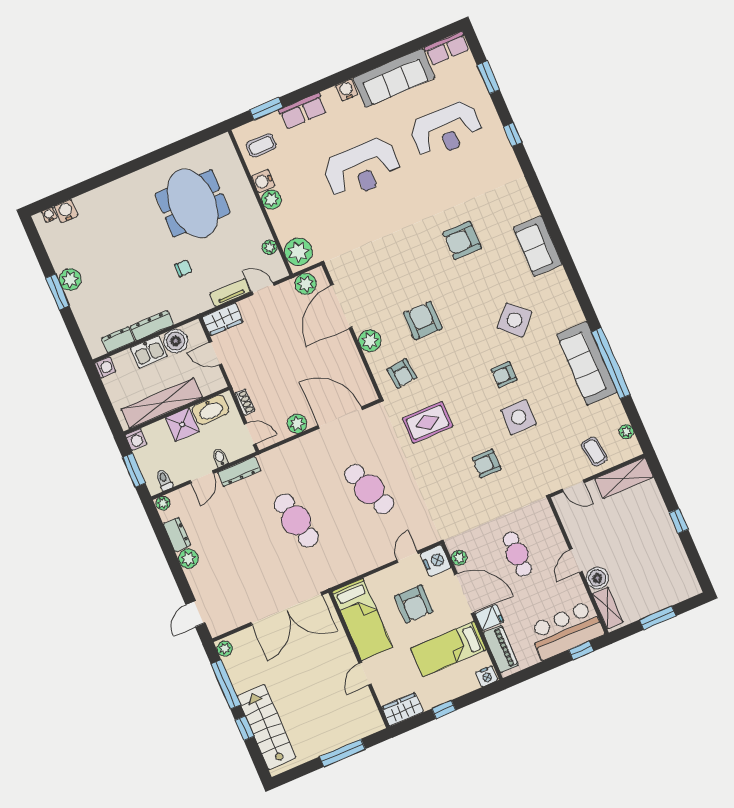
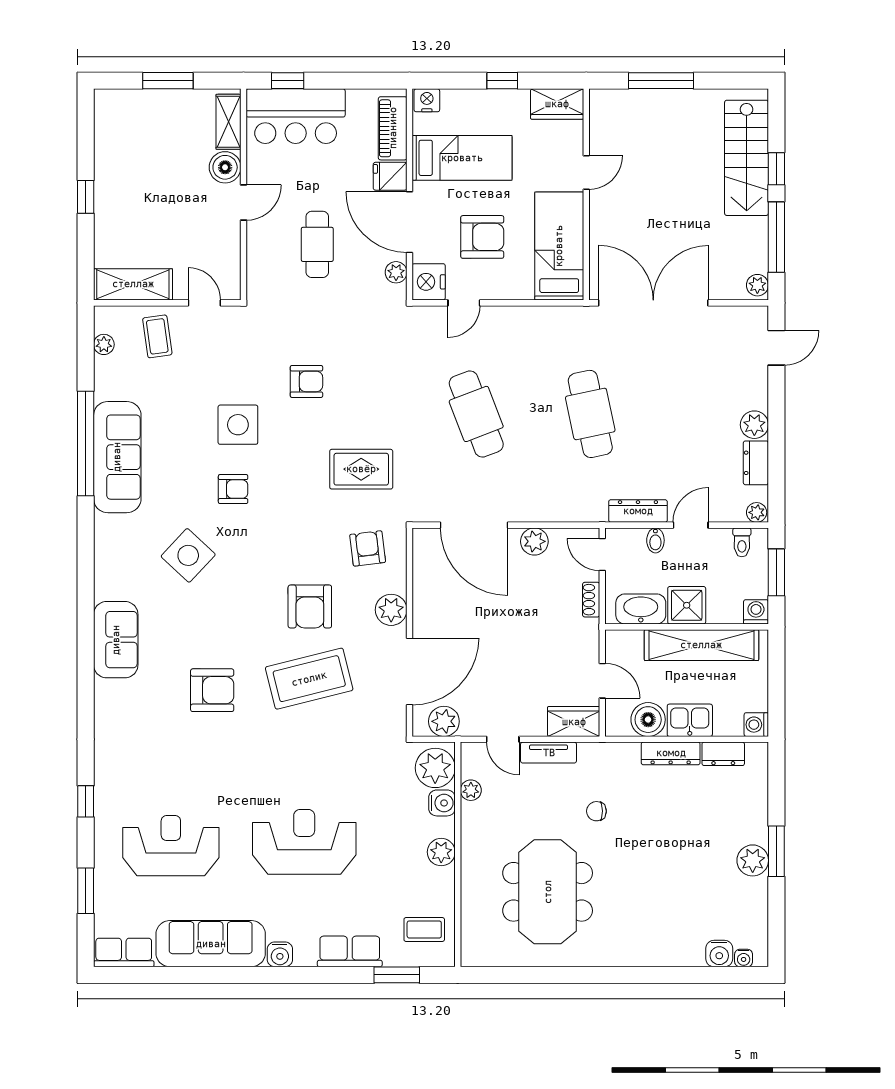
water cooler: (263, 181) -> (442, 803), moved
coffee table: (403, 274) -> (309, 679), added
armchair: (414, 604) -> (482, 237), turned 90

